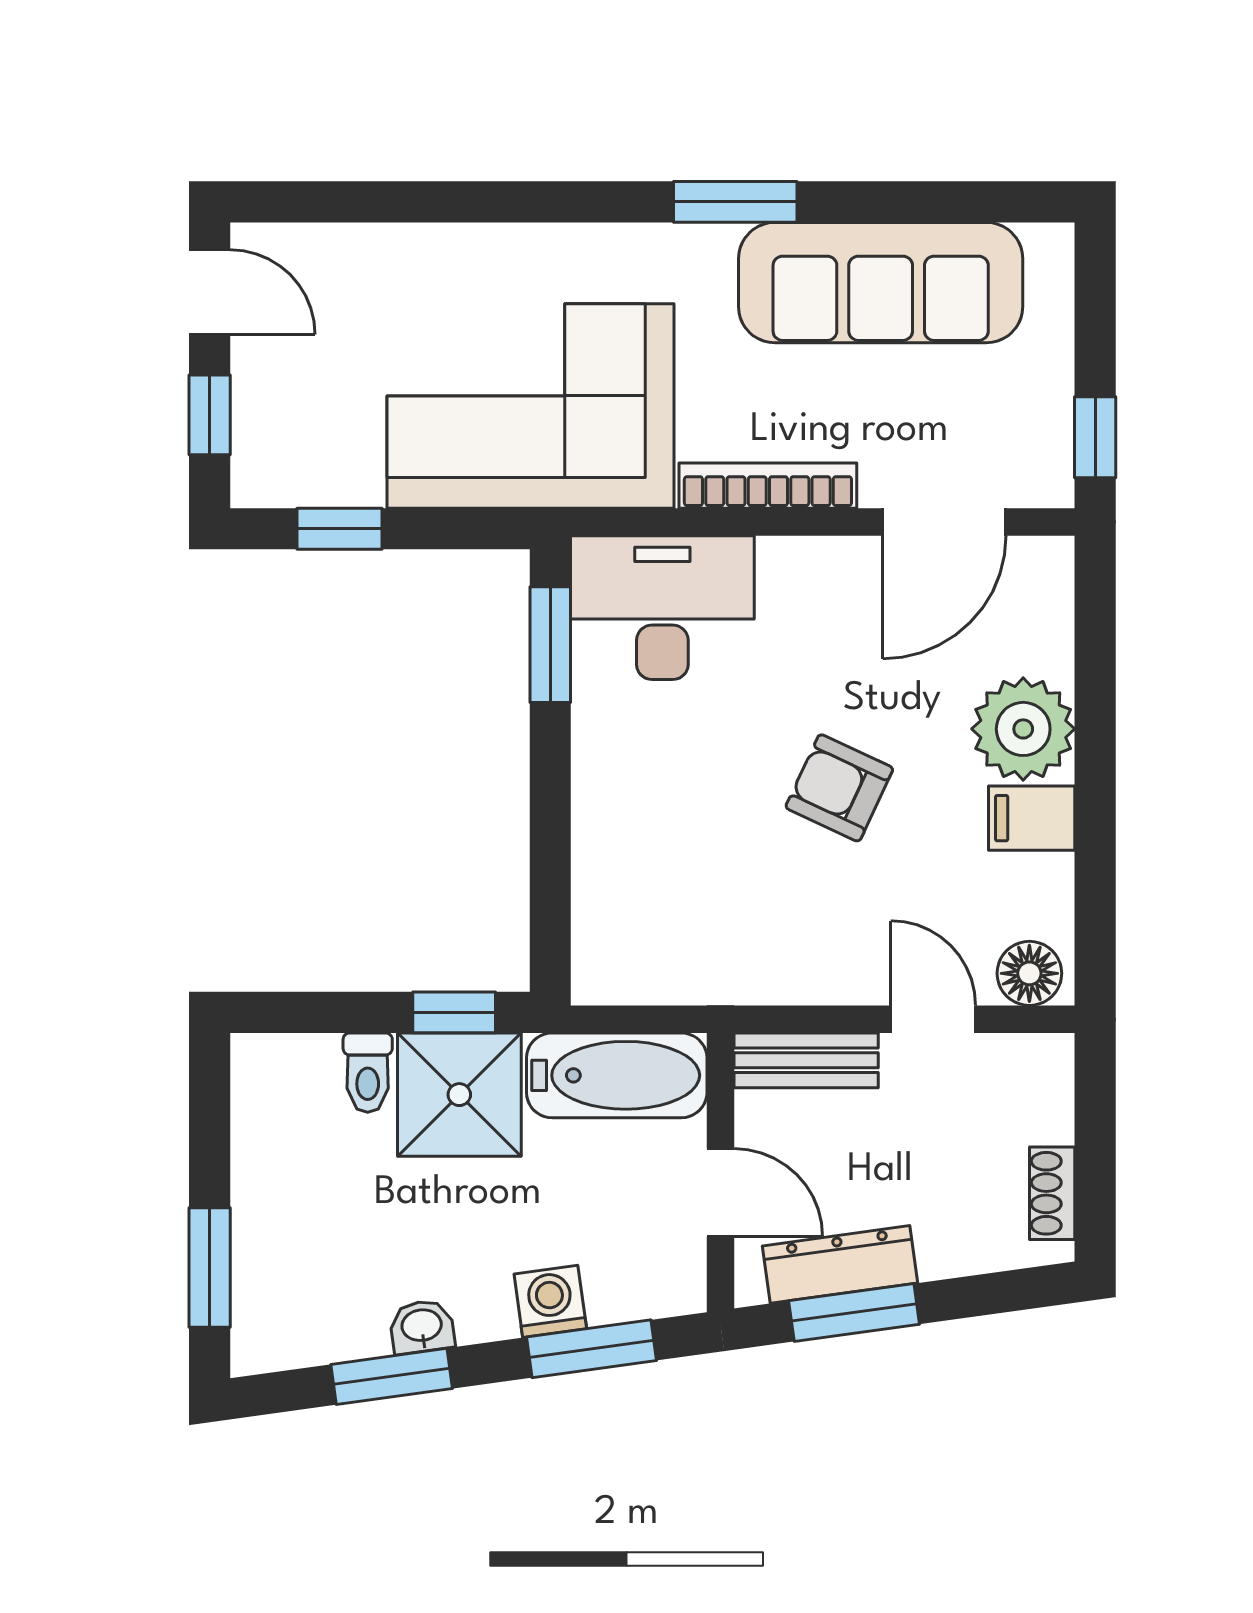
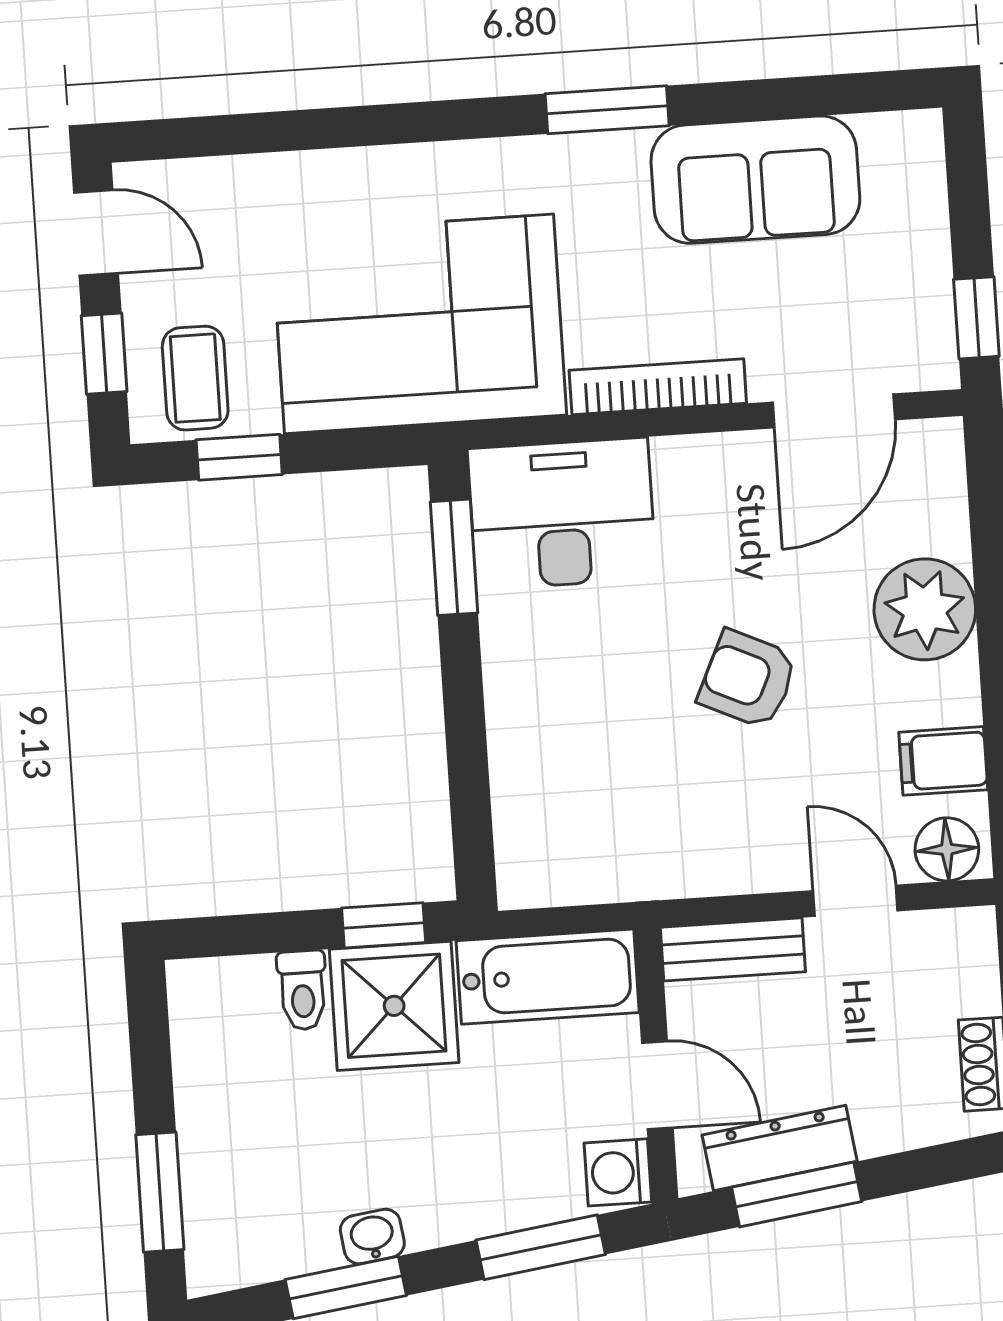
sofa: (881, 283) -> (755, 180), width x0.73
coffee table: (300, 446) -> (195, 378), added
filing cabinet: (1032, 818) -> (943, 761), moved
washing machine: (550, 1301) -> (618, 1172), moved, turned -82

